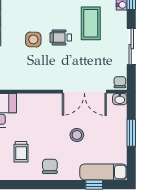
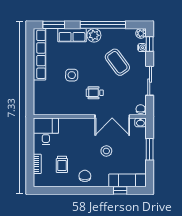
coffee table: (91, 23) -> (117, 62), turned -36
wheelchair: (61, 37) -> (95, 93), moved

